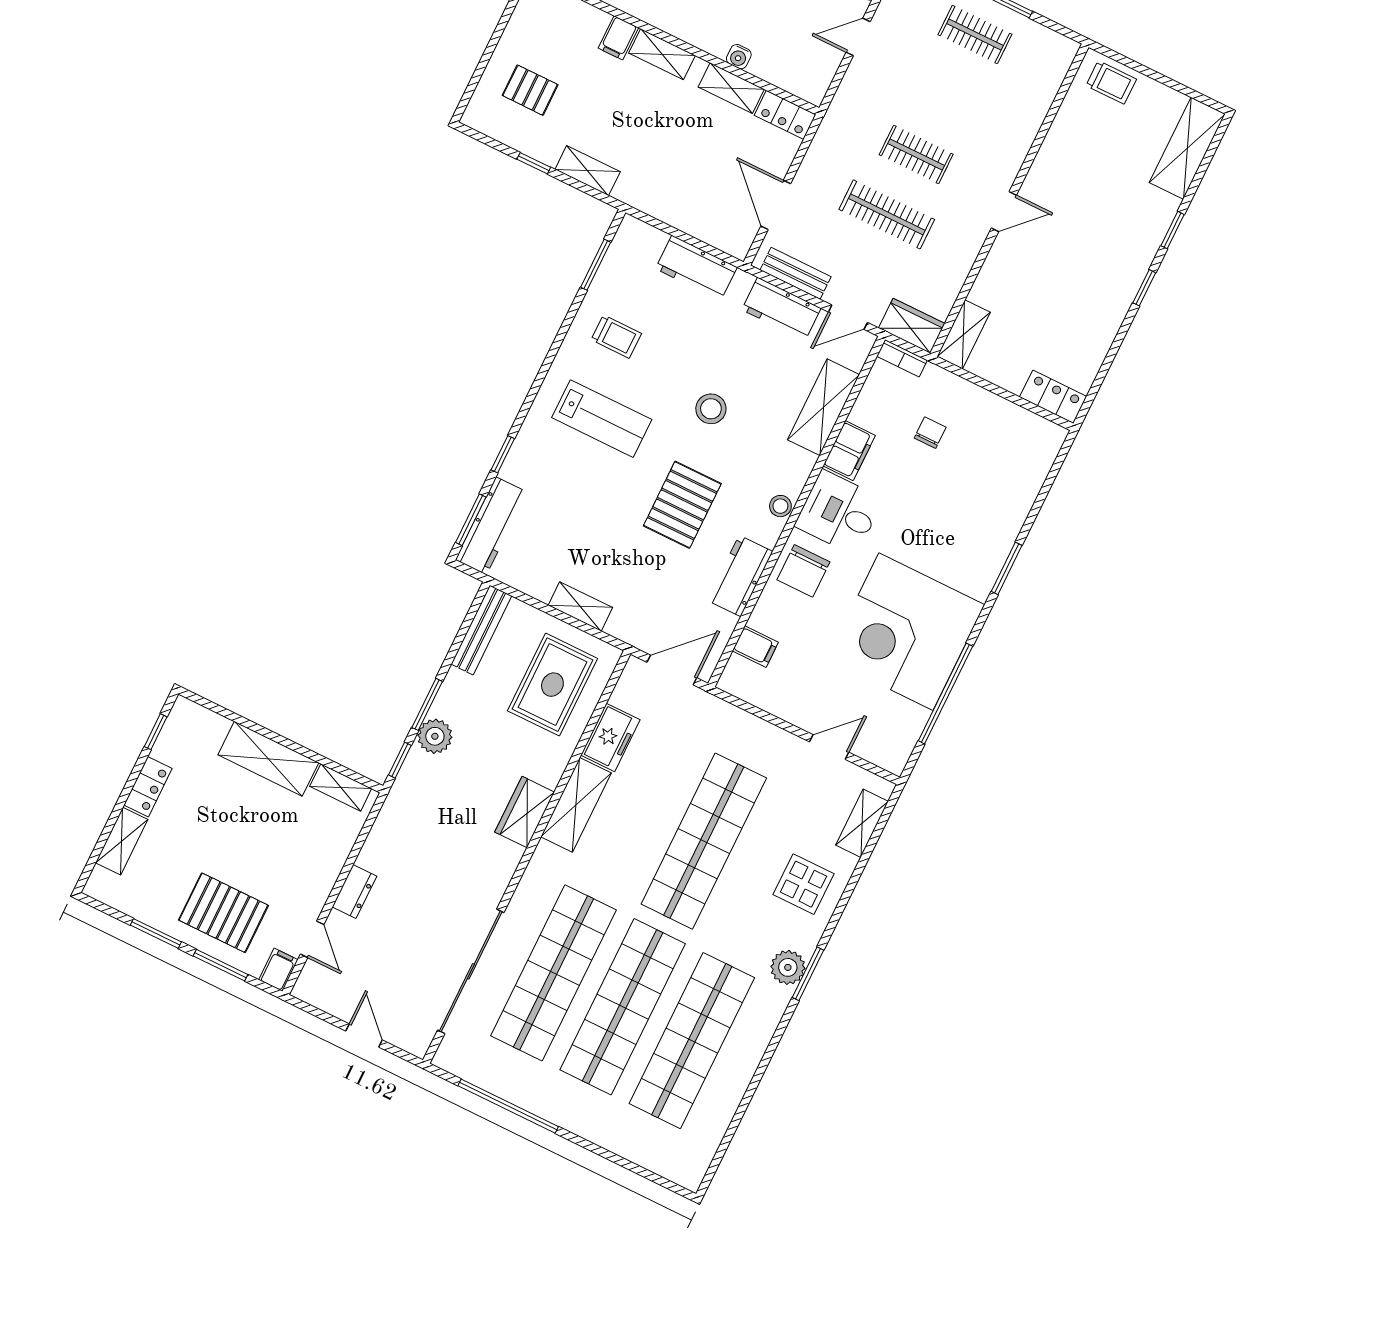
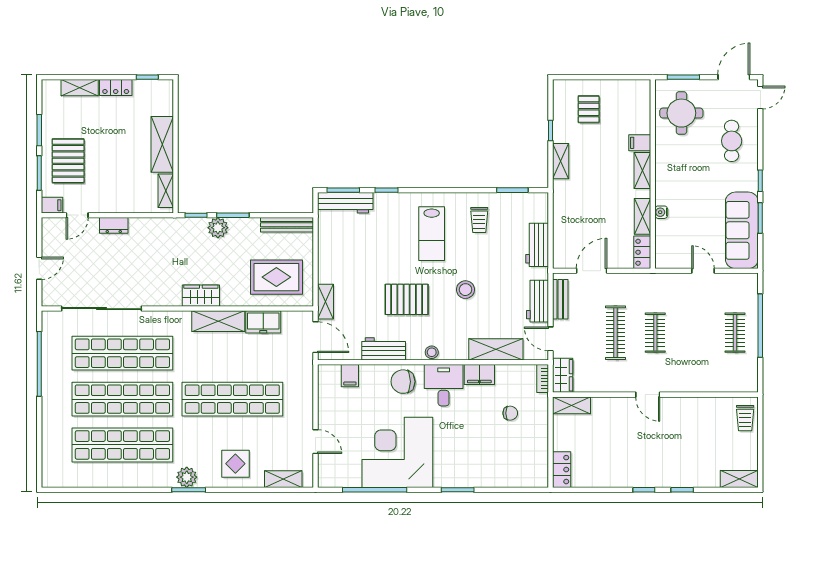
shelving: (1187, 148) -> (739, 479), width x0.67, depth x0.75
shelving: (580, 606) -> (326, 302), moved

